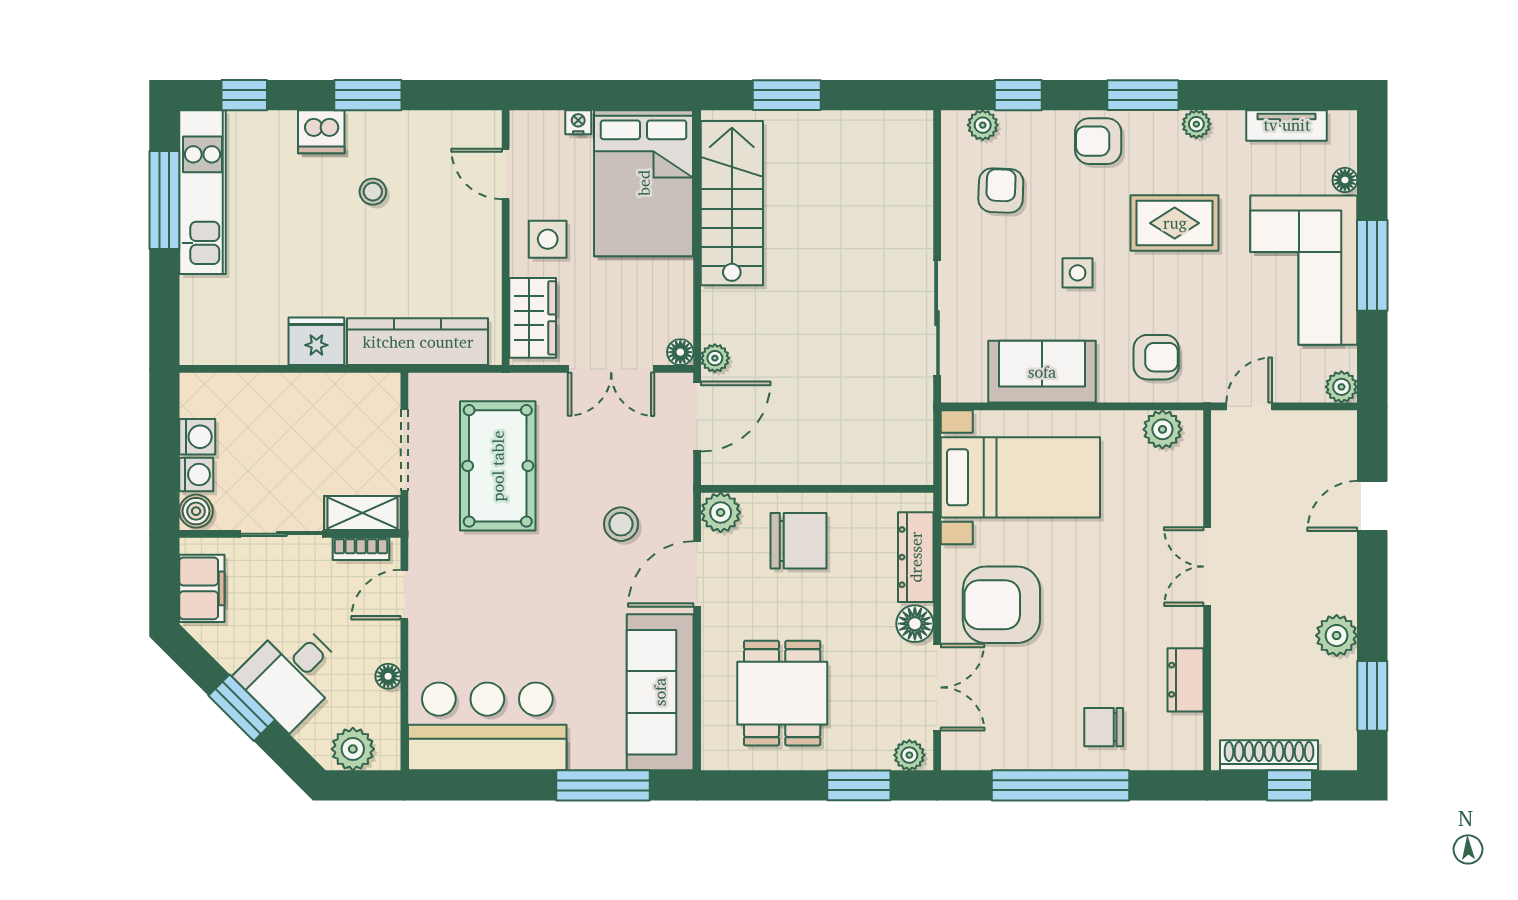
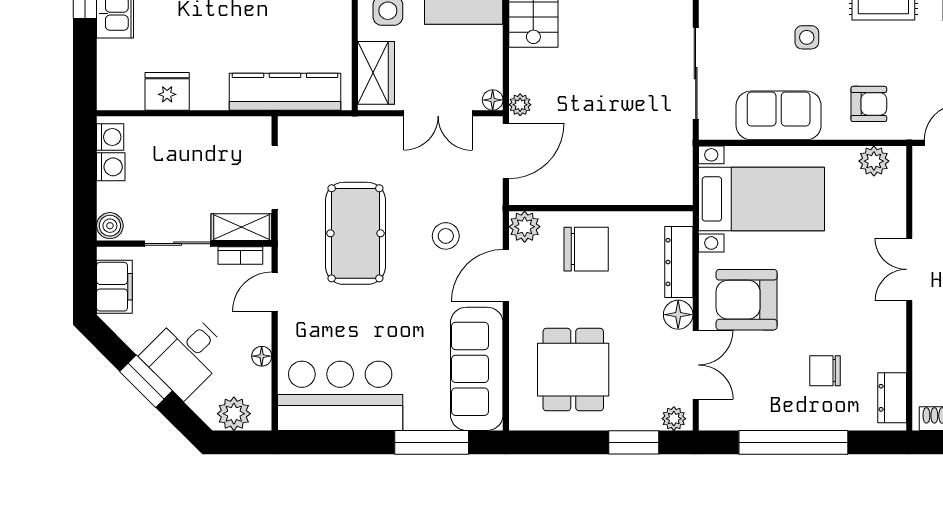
fridge: (316, 341) -> (167, 91), moved
pool table: (498, 466) -> (355, 233), moved
washing machine: (196, 475) -> (110, 137), moved
dresser: (1186, 680) -> (892, 398), moved
chair: (1104, 727) -> (825, 371), moved

